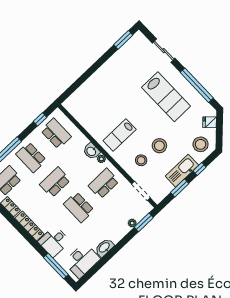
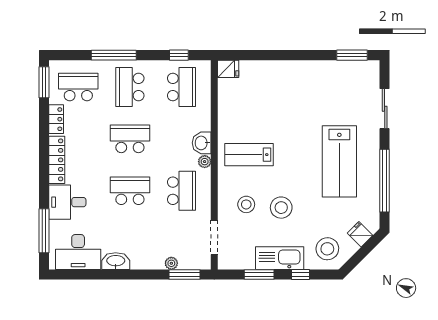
fridge: (70, 103) -> (228, 69), added
school desk: (104, 183) -> (181, 191), turned 90
school desk: (79, 207) -> (130, 191), turned 90

